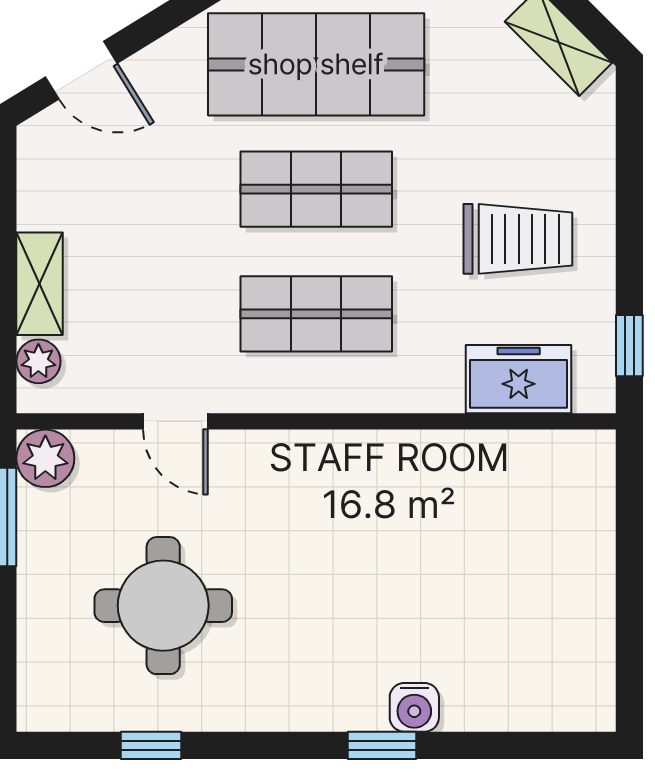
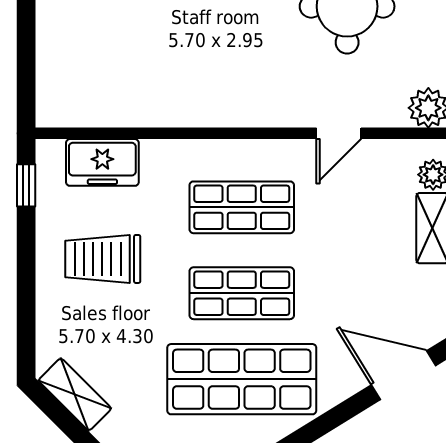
door: (81, 70) -> (404, 375), width x1.38
door: (175, 421) -> (339, 133), swing flipped

